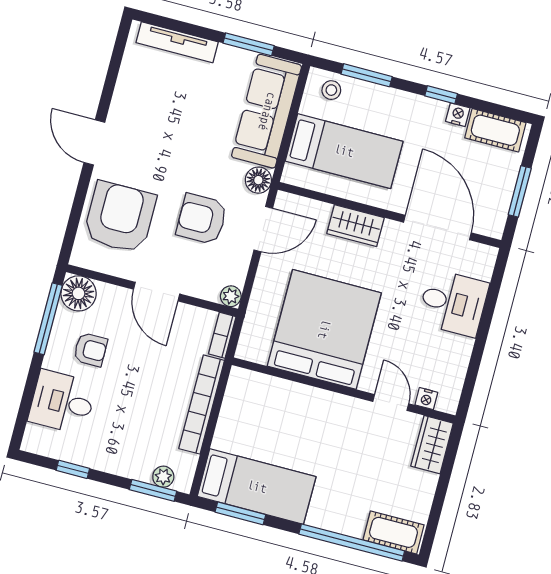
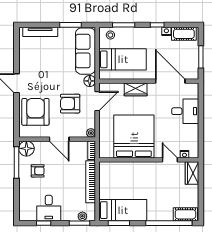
desk: (62, 402) -> (49, 208), moved, turned -90

